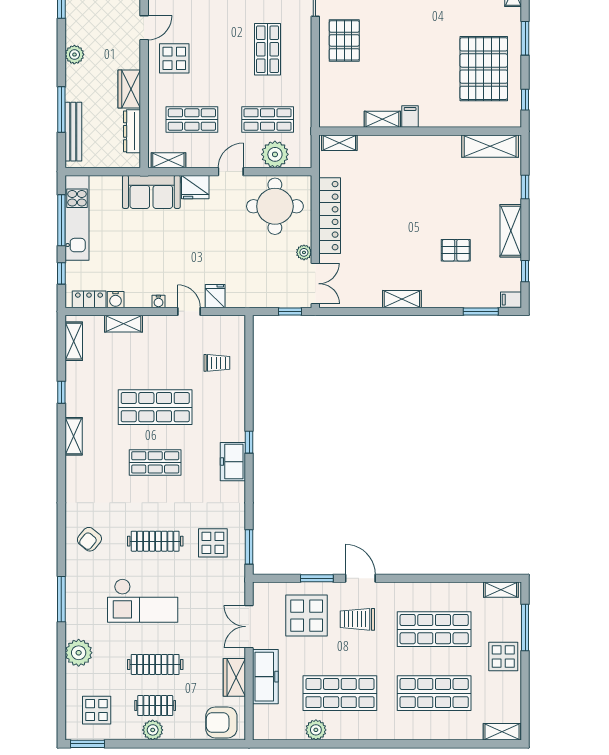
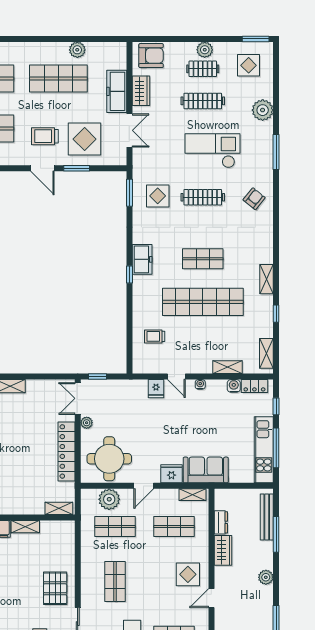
dresser: (132, 131) -> (221, 522), width x0.70
shop shelf: (155, 407) -> (203, 302), width x1.40
trolley: (357, 619) -> (45, 136), turned 180

